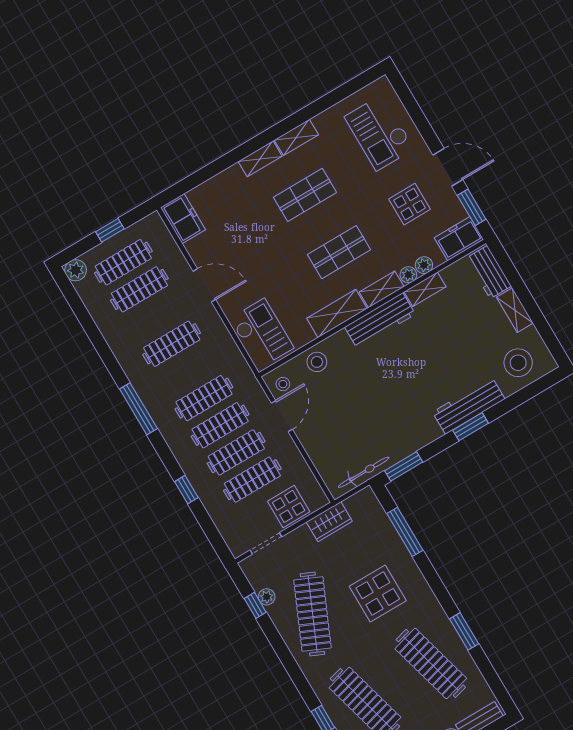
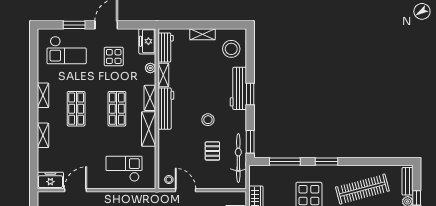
shelving: (260, 159) -> (43, 135), moved
window: (472, 207) -> (74, 25), moved
workbench: (489, 272) -> (166, 48), moved, turned -90
plant: (408, 275) -> (151, 79), removed
door: (204, 285) -> (76, 190), moved
checkout: (262, 333) -> (124, 169), moved
stool: (317, 362) -> (208, 120), moved
pallet: (359, 421) -> (212, 151), added
bicycle: (364, 472) -> (238, 158), width x1.37, depth x1.40
window: (464, 631) -> (327, 162), moved

